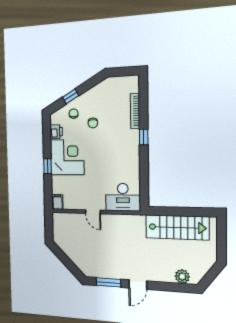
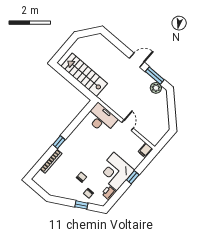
plant: (182, 276) -> (156, 88), moved

